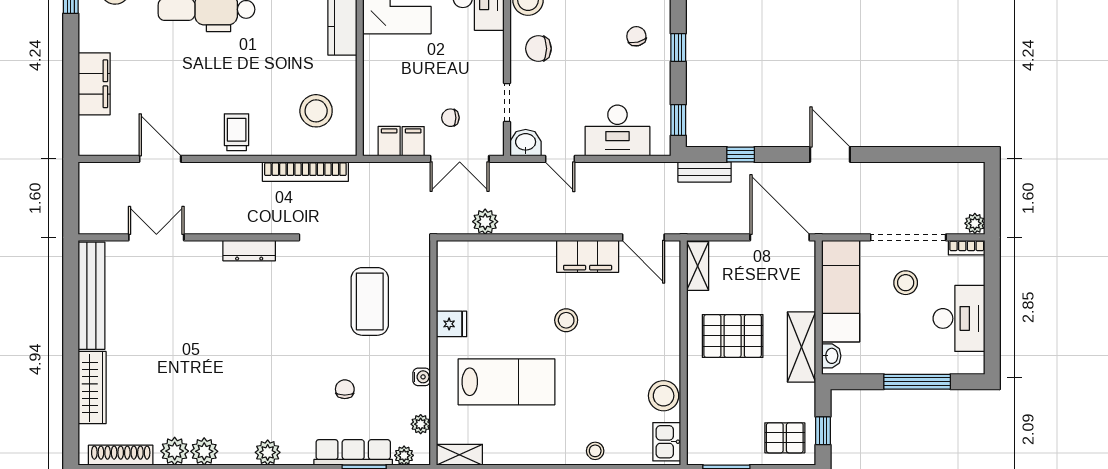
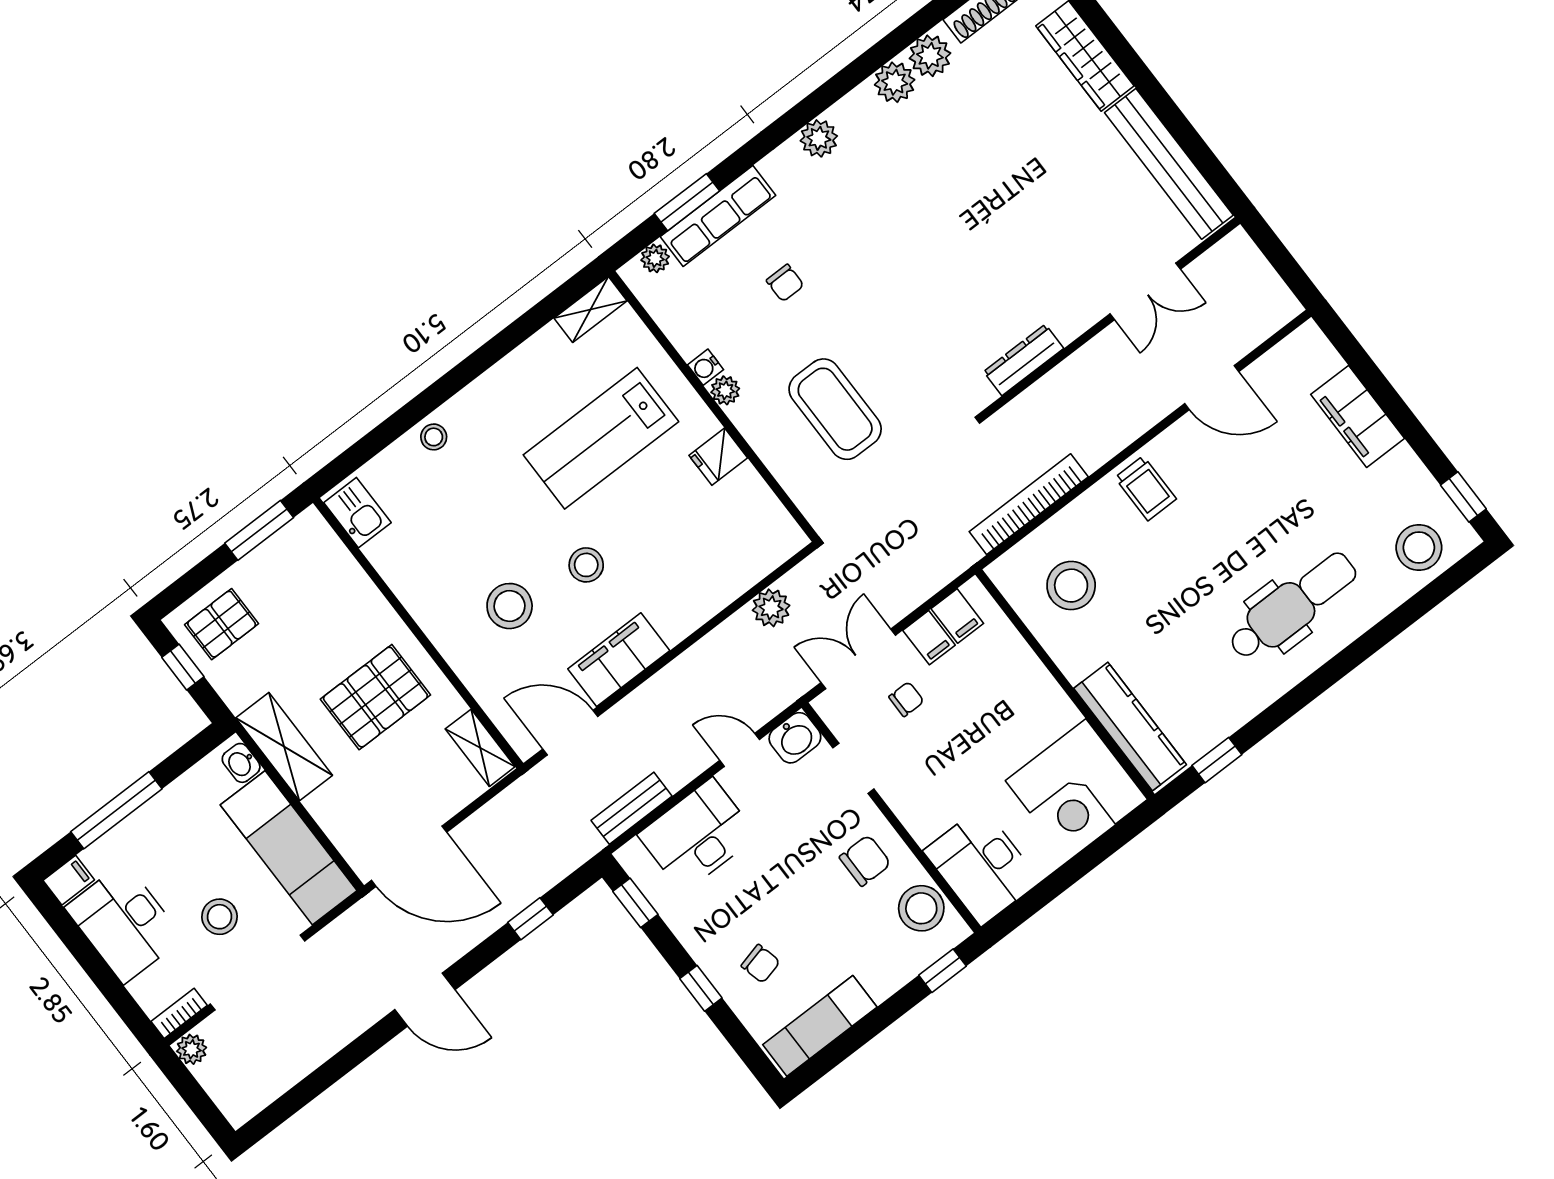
bench: (705, 172) -> (632, 808), moved
filing cabinet: (971, 364) -> (69, 880), added
stool: (664, 396) -> (510, 606), moved
plant: (421, 424) -> (725, 390), moved

